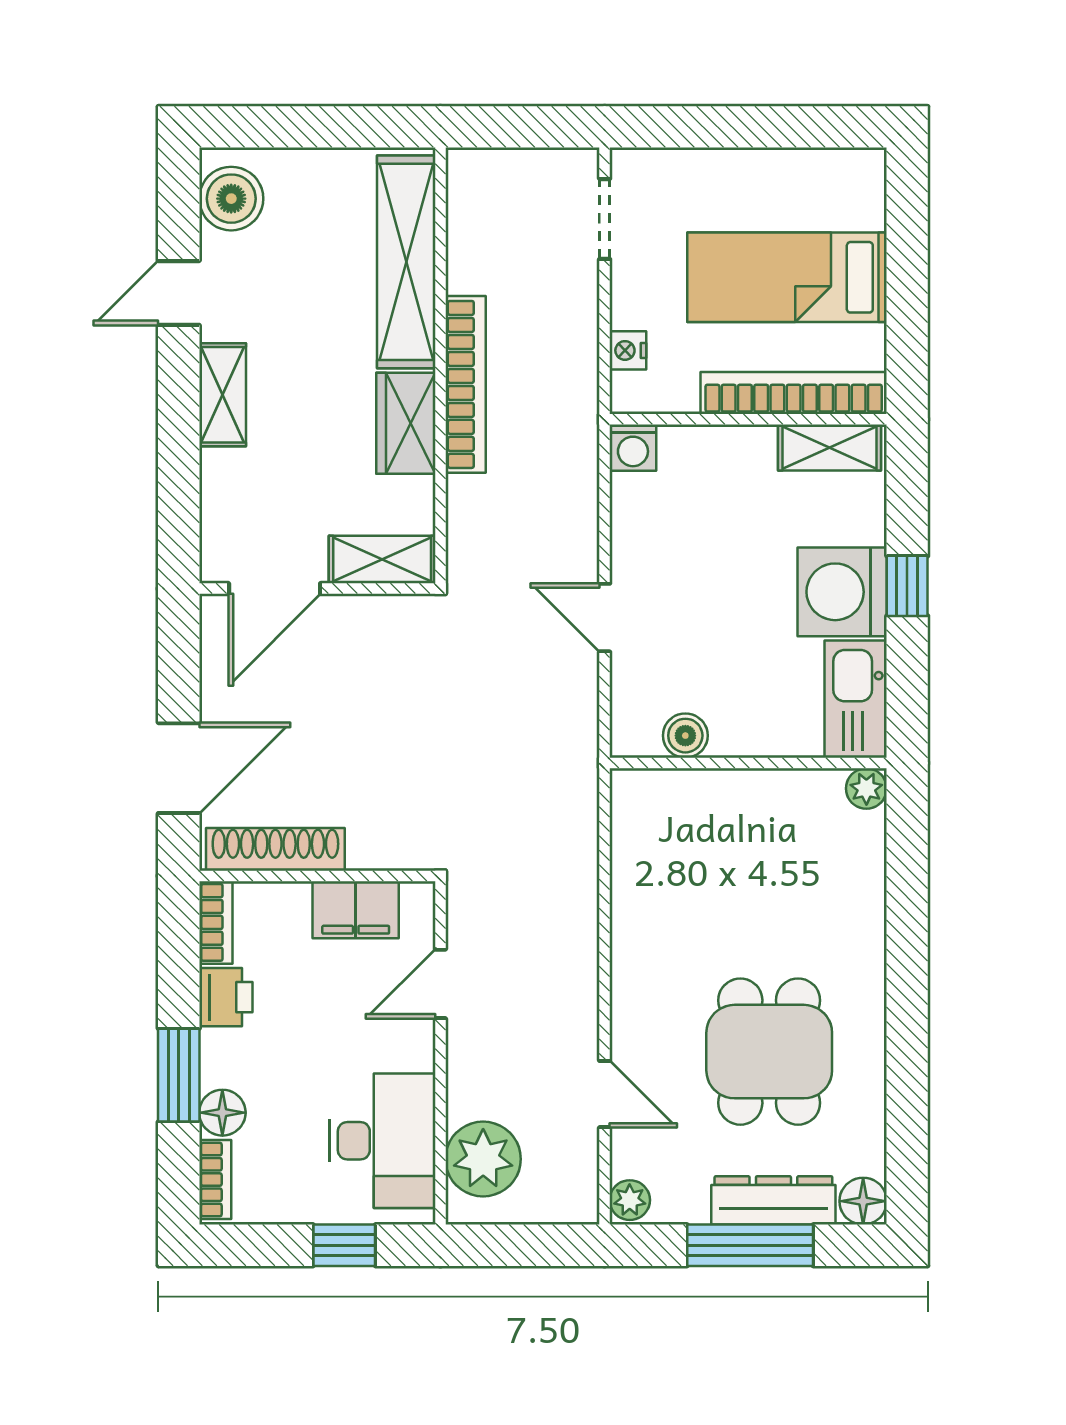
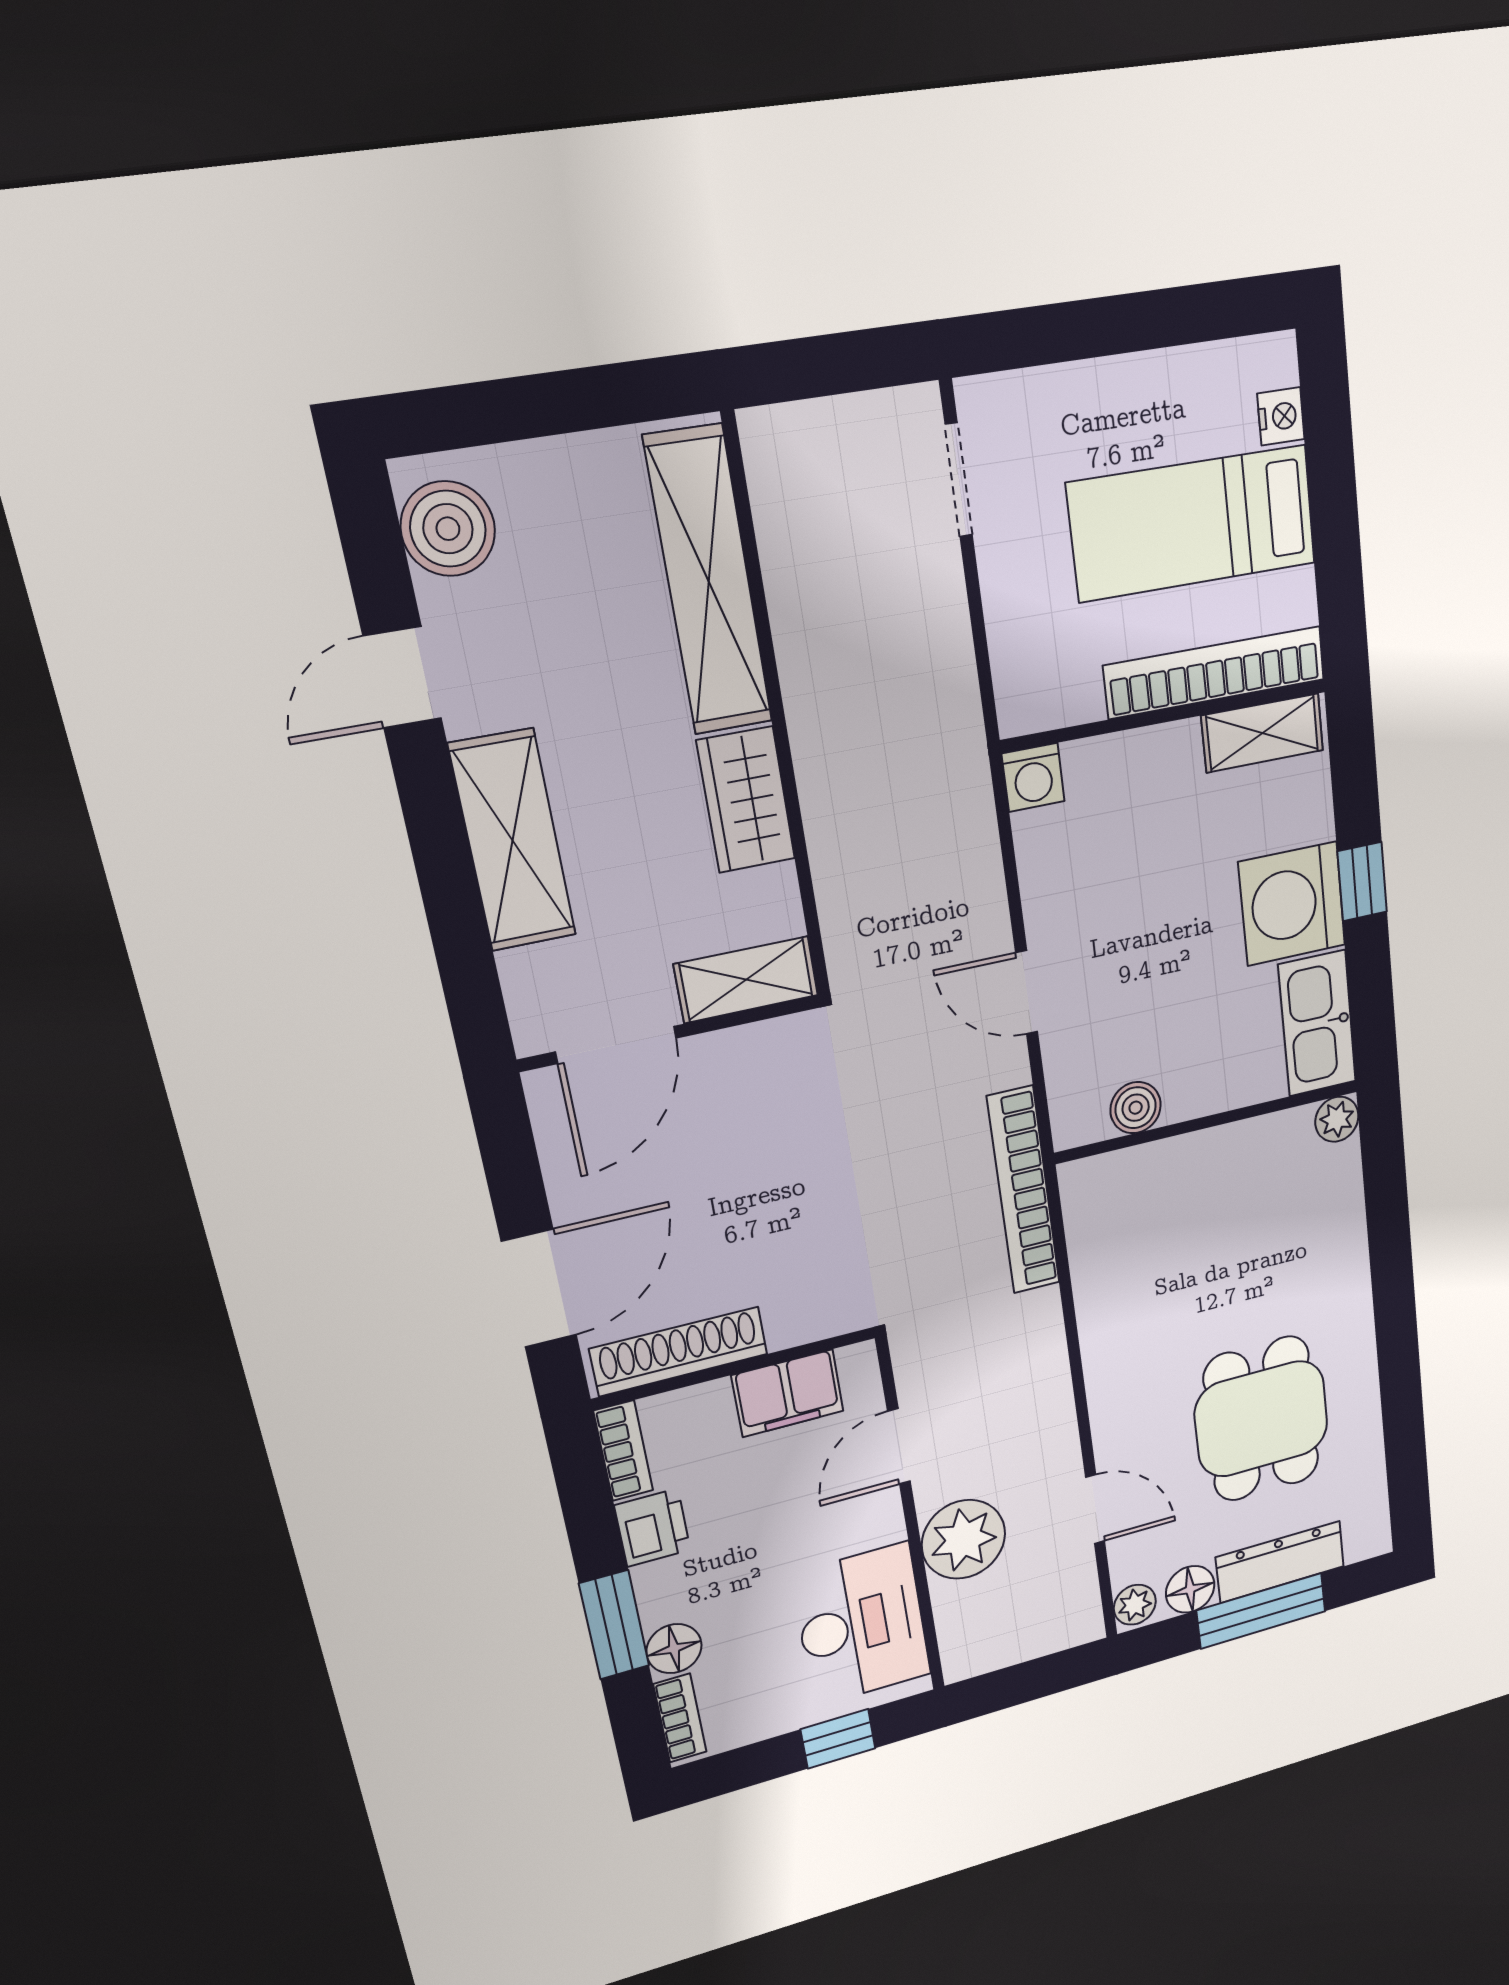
nightstand: (628, 350) -> (1281, 416), moved, turned 180
bookcase: (466, 384) -> (1023, 1191), moved, turned 180
shelving: (223, 395) -> (513, 841), width x1.50, depth x1.33
plant: (483, 1159) -> (964, 1539), moved
floor lamp: (863, 1201) -> (1190, 1589), moved

